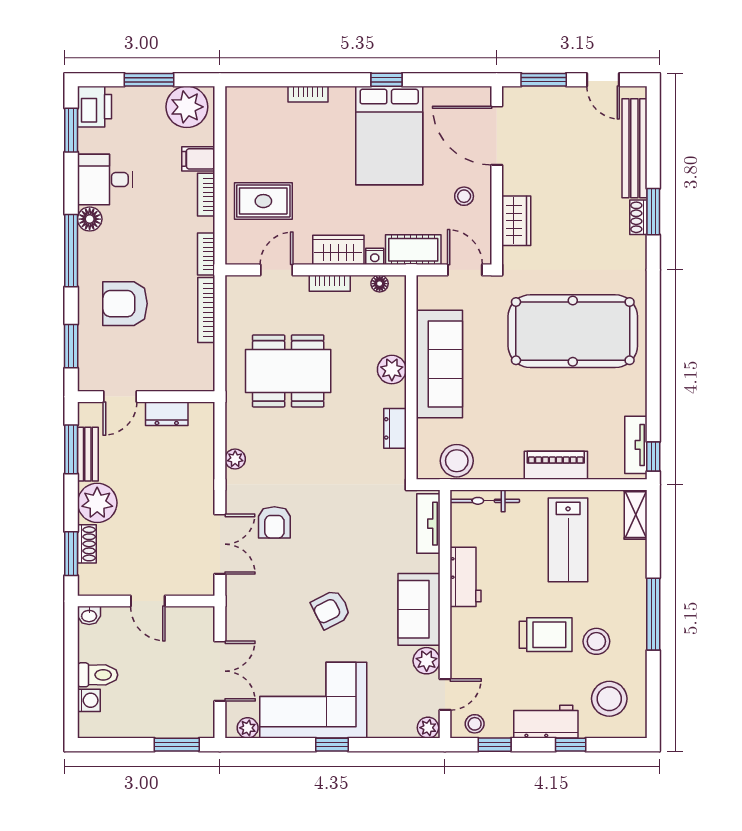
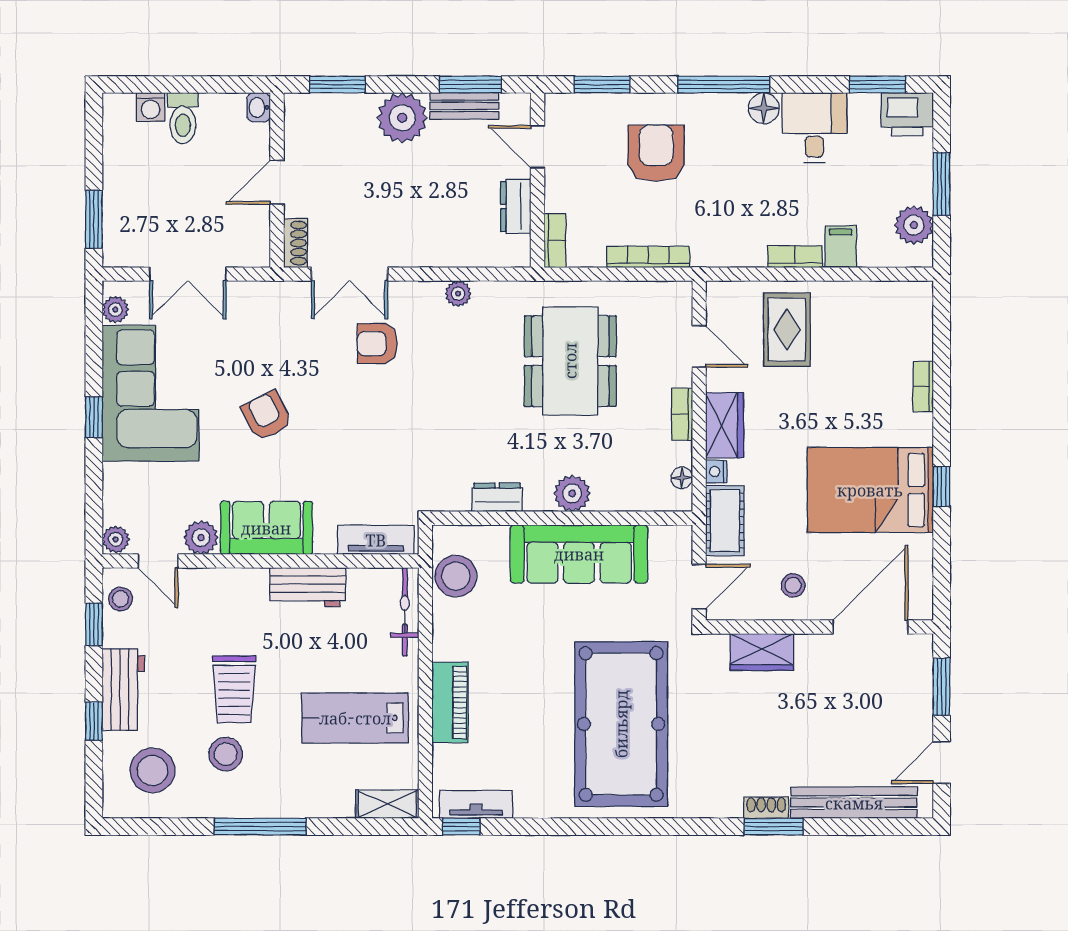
plant: (187, 107) -> (914, 225), width x0.73, depth x0.73
bookcase: (206, 254) -> (555, 240), moved, turned 90
shoe rack: (87, 544) -> (295, 243), moved, turned -90

